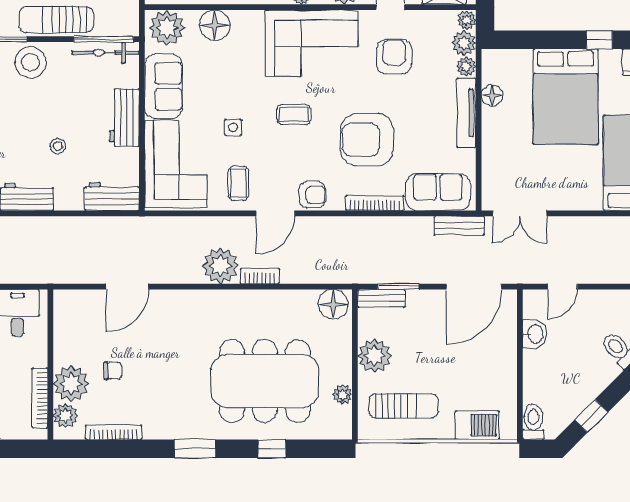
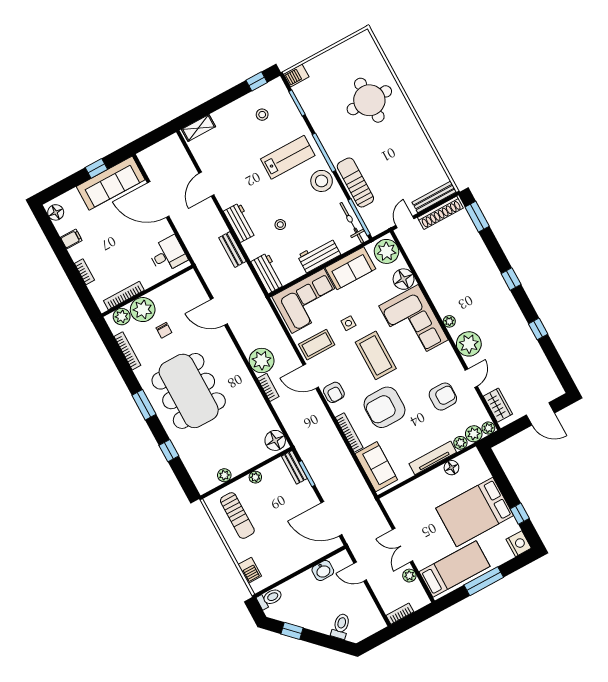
corner sofa: (312, 43) -> (413, 323), moved
coffee table: (294, 115) -> (376, 355), width x1.86, depth x1.72
armchair: (367, 140) -> (385, 407), turned -90
coffee table: (238, 183) -> (317, 345), width x1.36, depth x1.30
double door: (520, 213) -> (403, 545), moved
bench: (459, 226) -> (232, 250), moved
plant: (602, 226) -> (409, 576), added
plant: (375, 356) -> (255, 477), width x0.53, depth x0.53
dining table: (265, 381) -> (189, 391), moved
barbecue: (477, 425) -> (250, 570), width x0.73, depth x0.79

